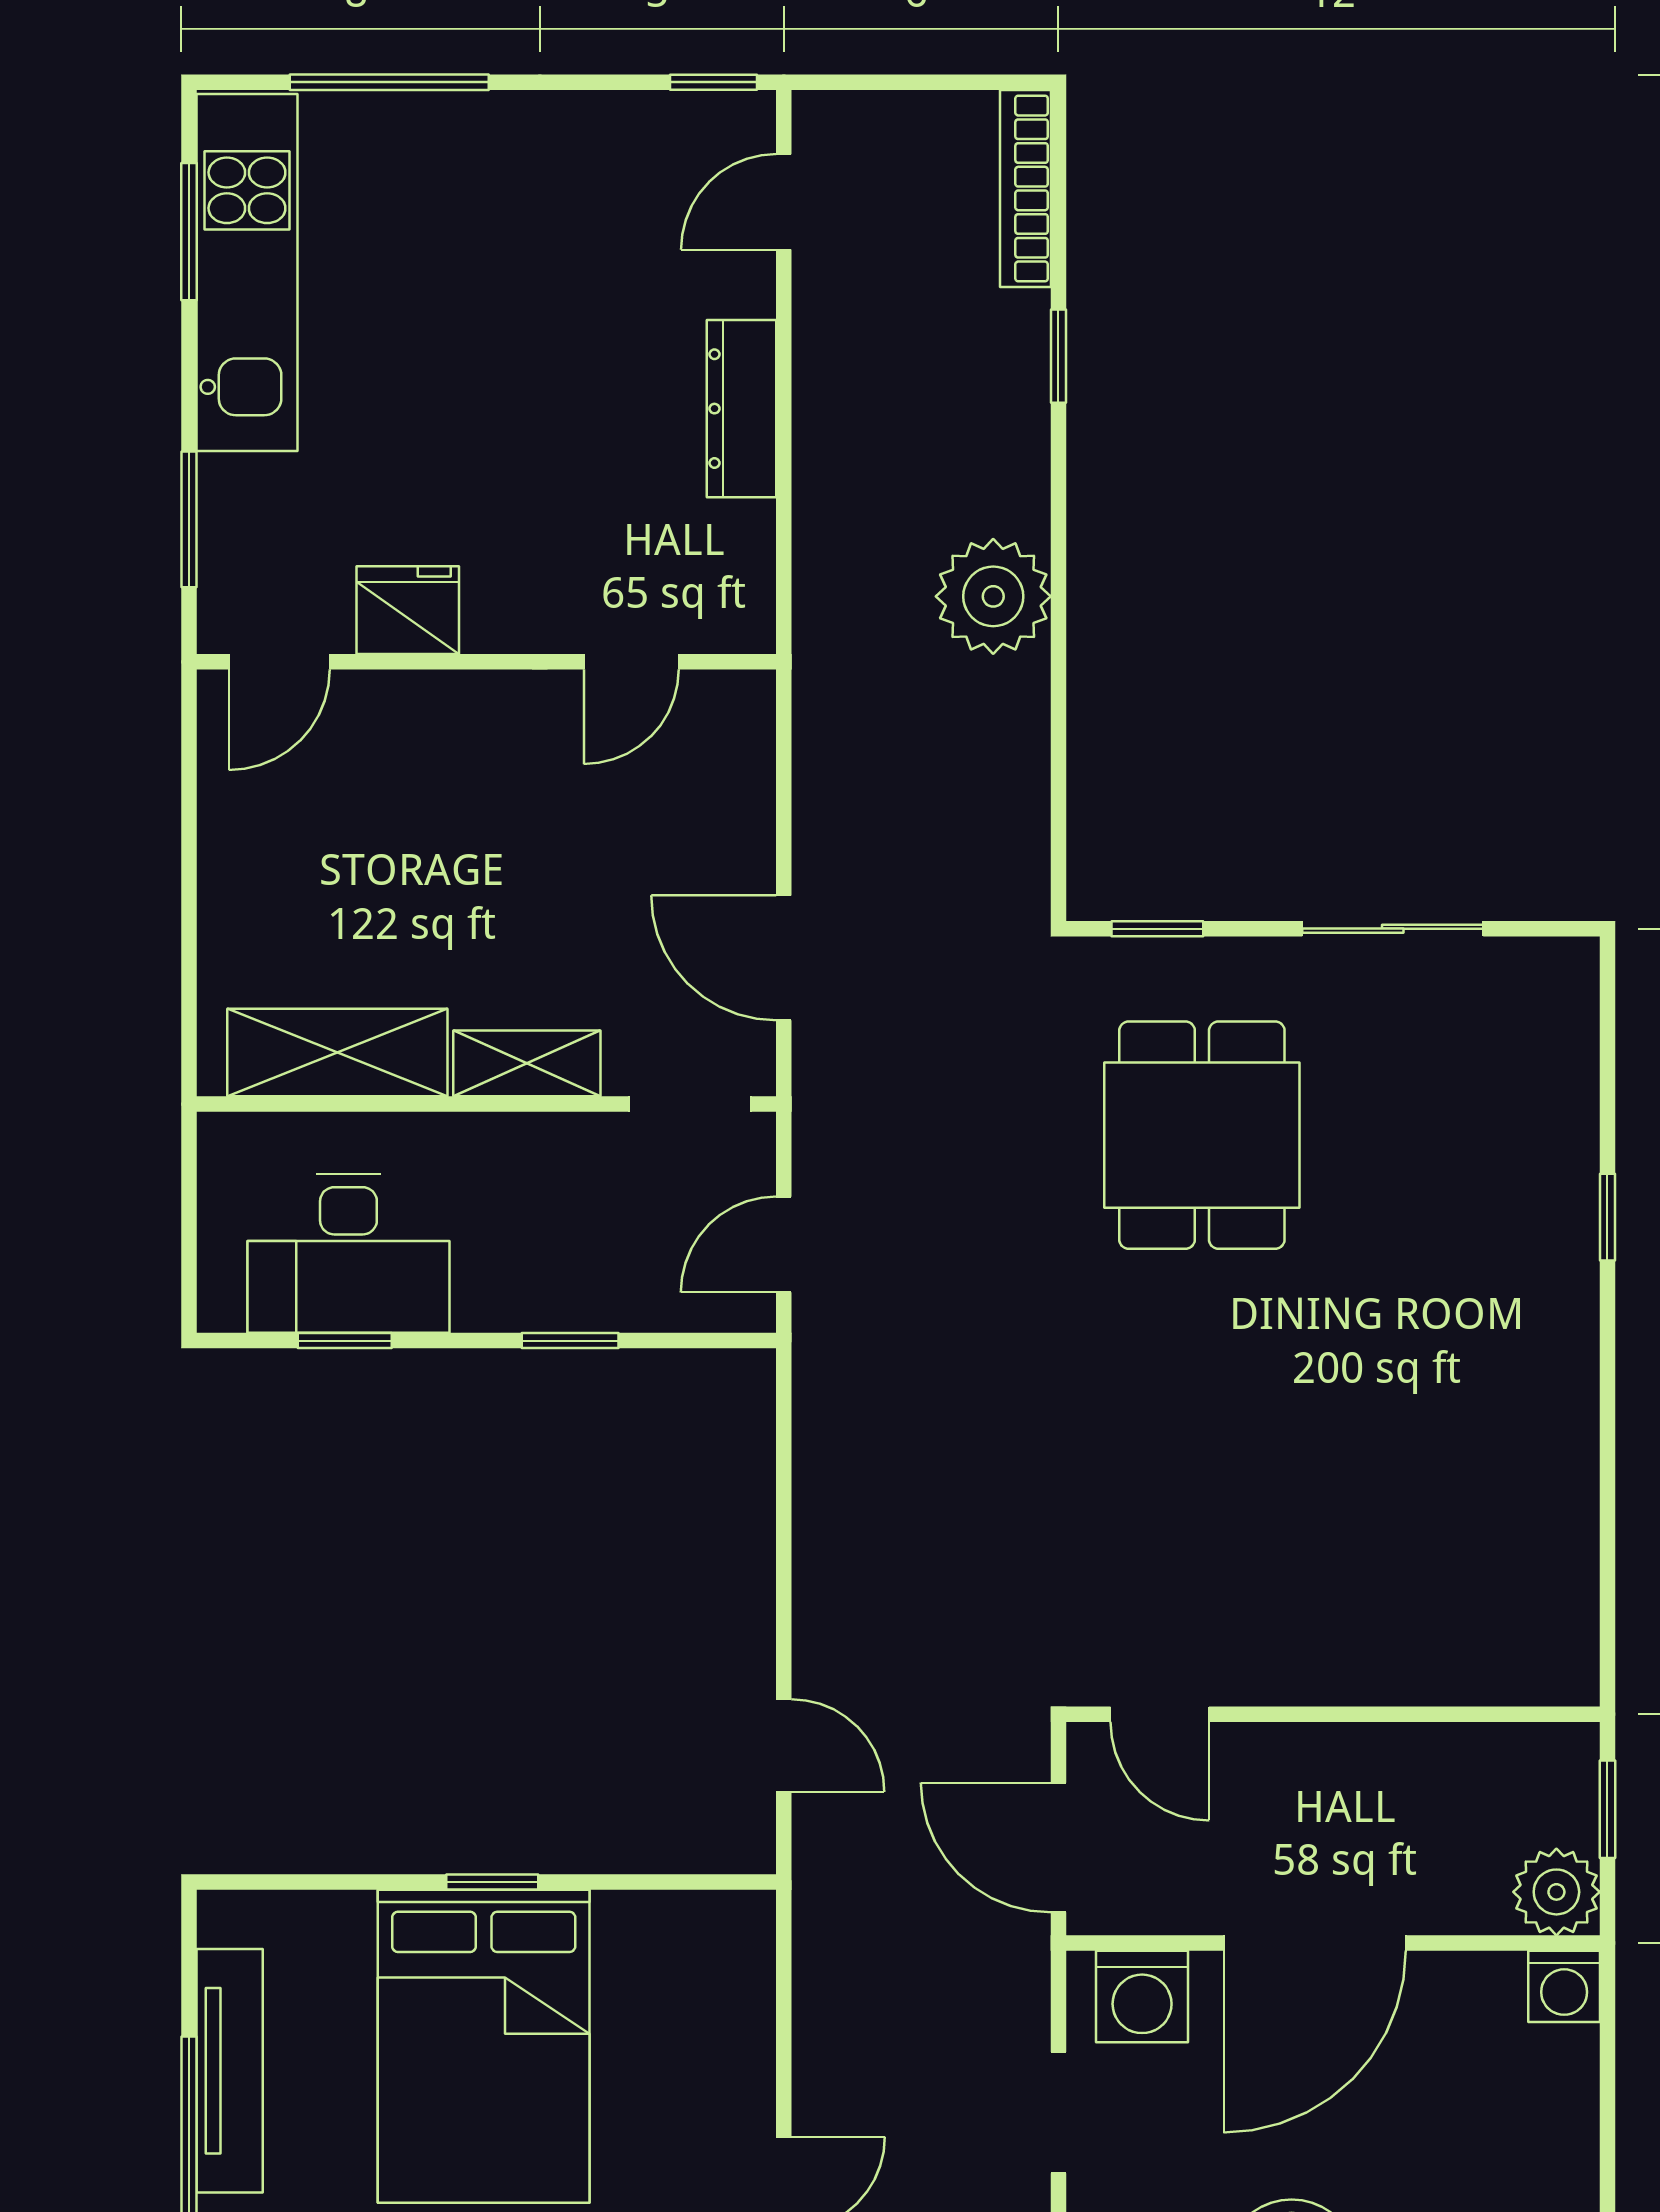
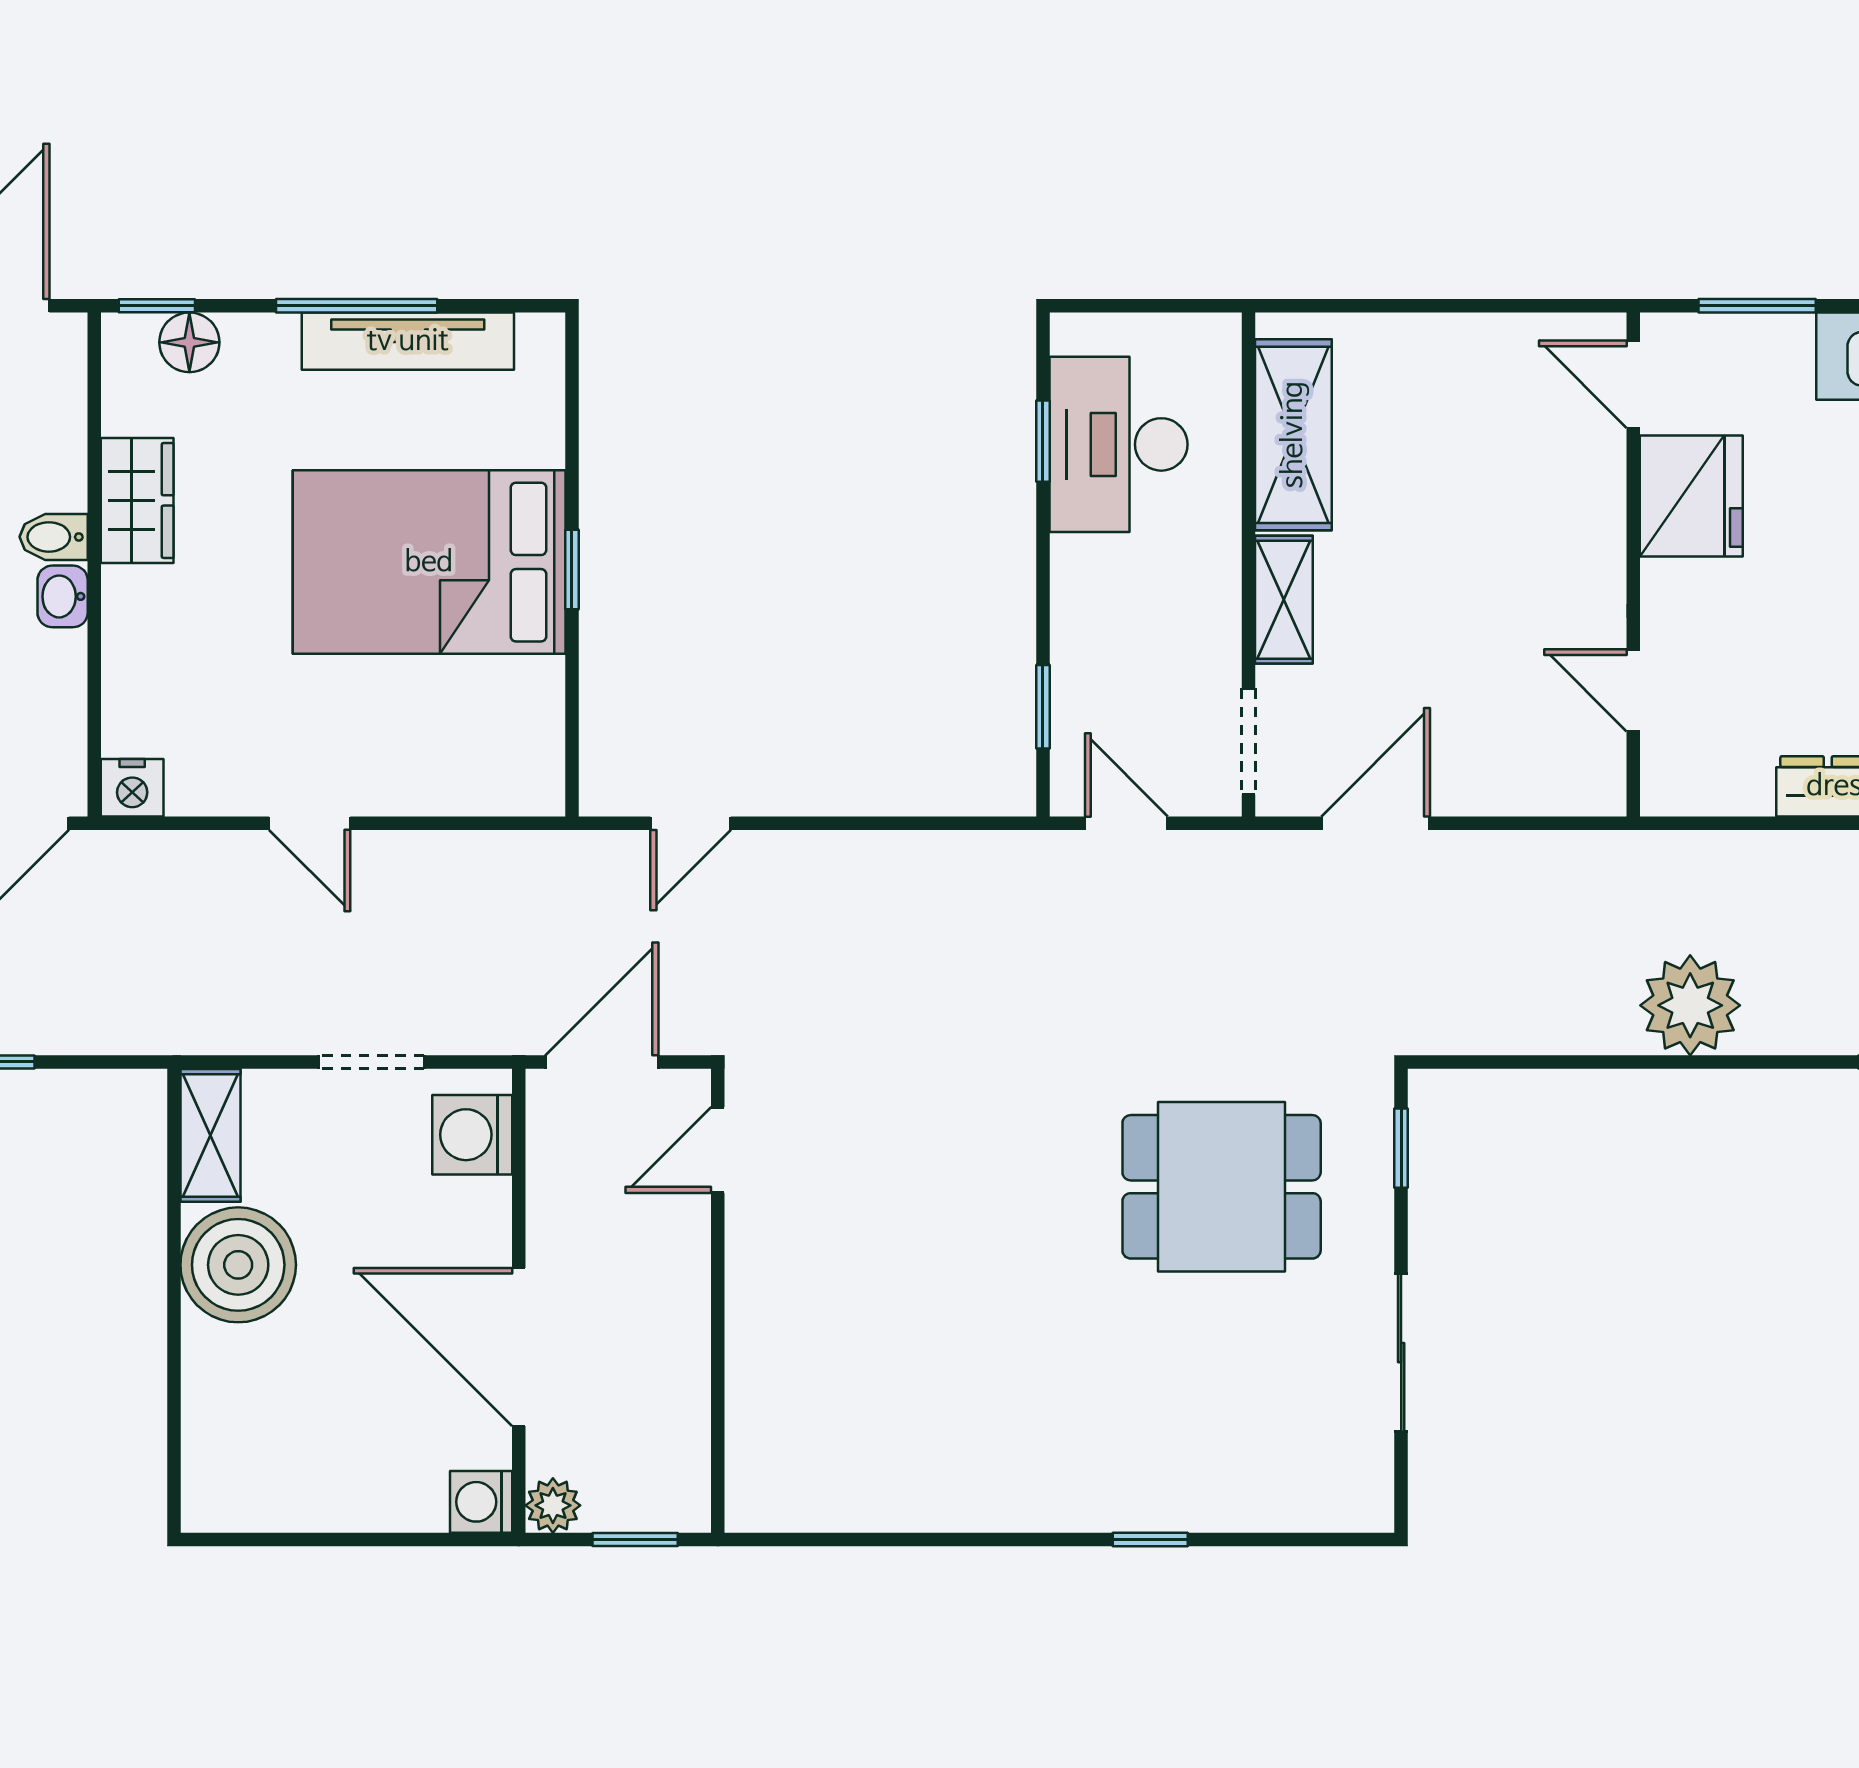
fridge: (408, 610) -> (1691, 496), width x1.36, depth x1.34
window: (570, 1341) -> (1043, 707), moved
plant: (1556, 1892) -> (553, 1505), width x0.73, depth x0.73
door: (1315, 1943) -> (519, 1347), moved

